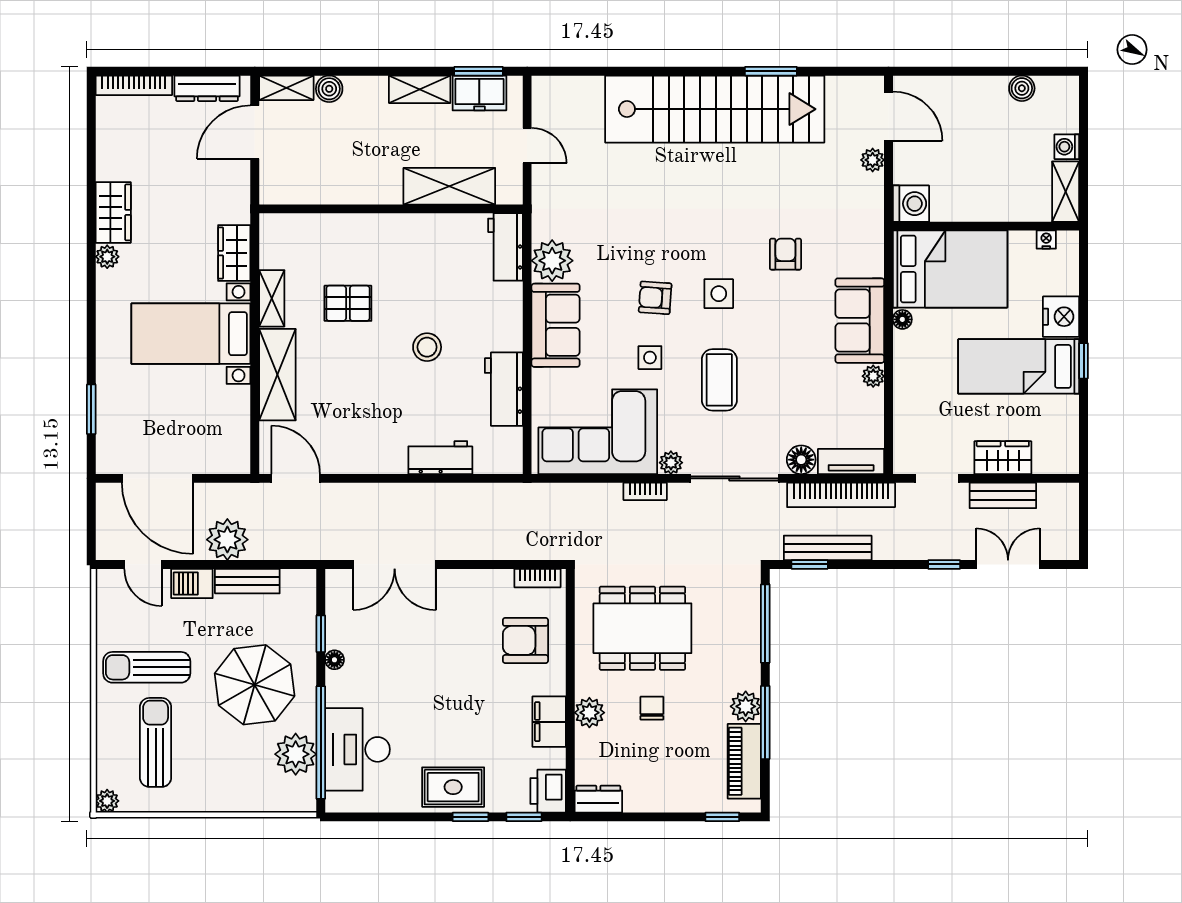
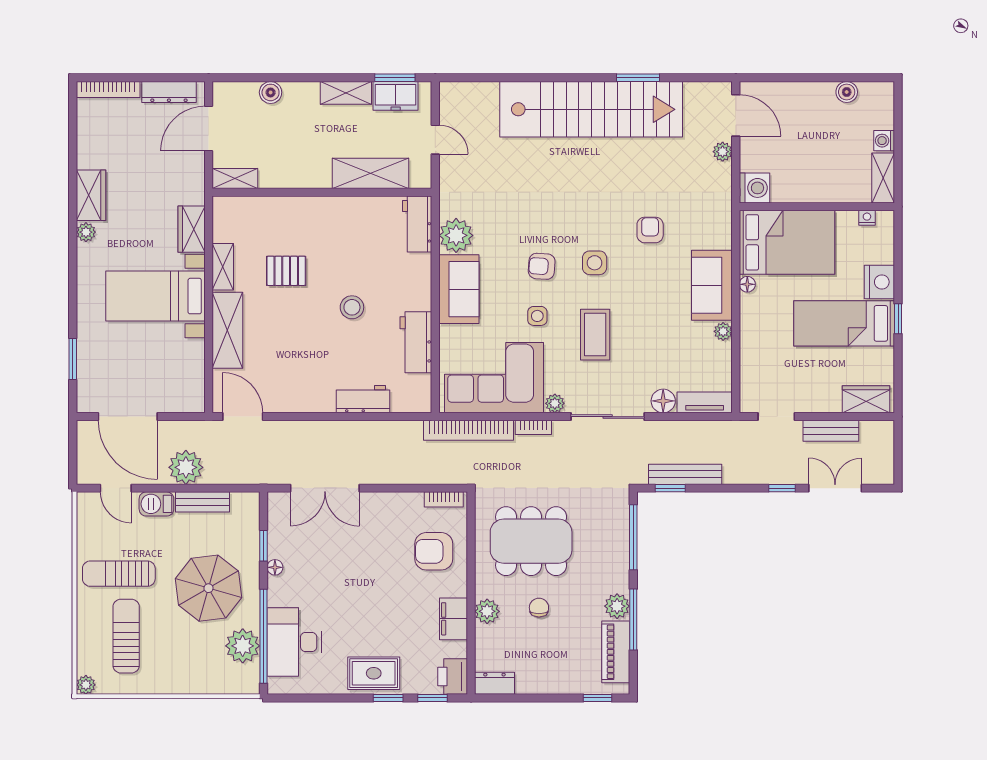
shelving: (286, 88) -> (235, 179), moved
wardrobe: (1003, 458) -> (866, 399), moved
bookcase: (841, 495) -> (469, 430), moved

